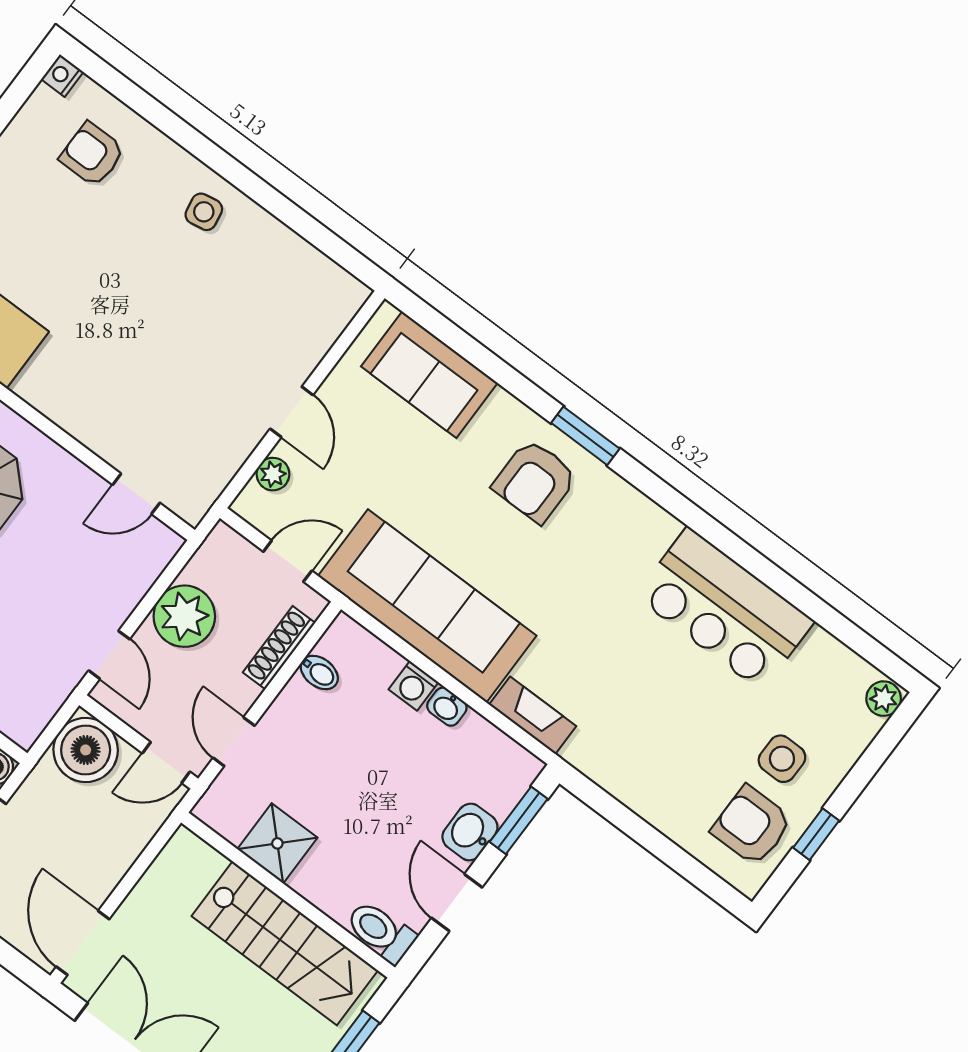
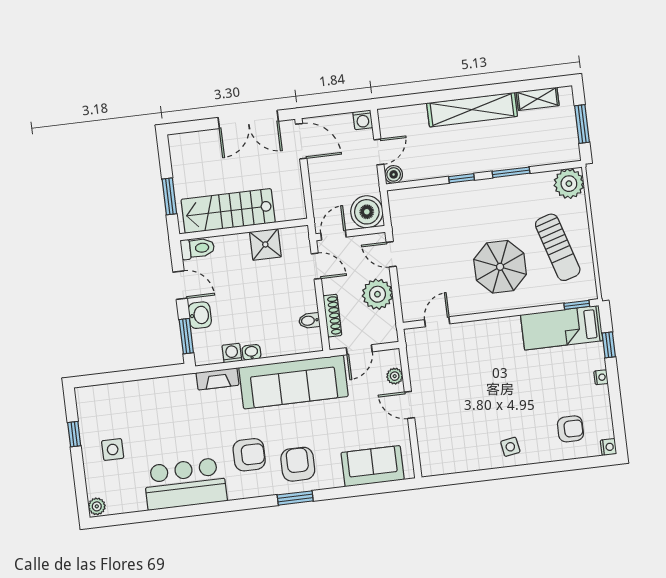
washing machine: (414, 686) -> (232, 353), moved
armchair: (752, 826) -> (249, 455), moved

